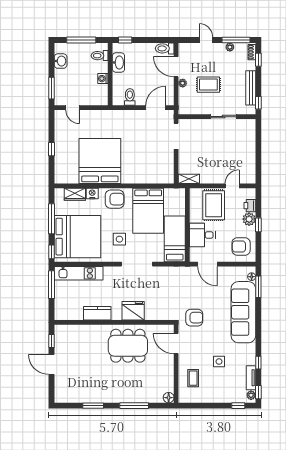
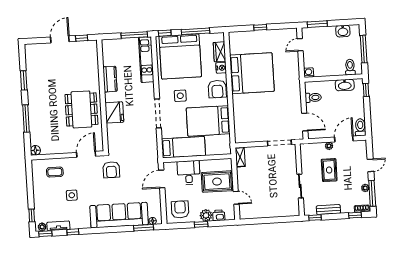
washing machine: (103, 79) -> (309, 73), moved
bench: (251, 88) -> (328, 210), width x0.73

